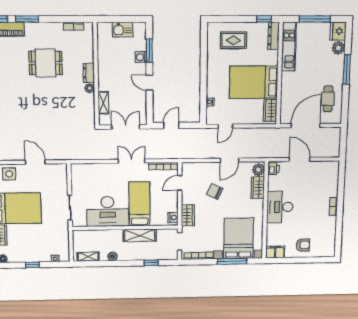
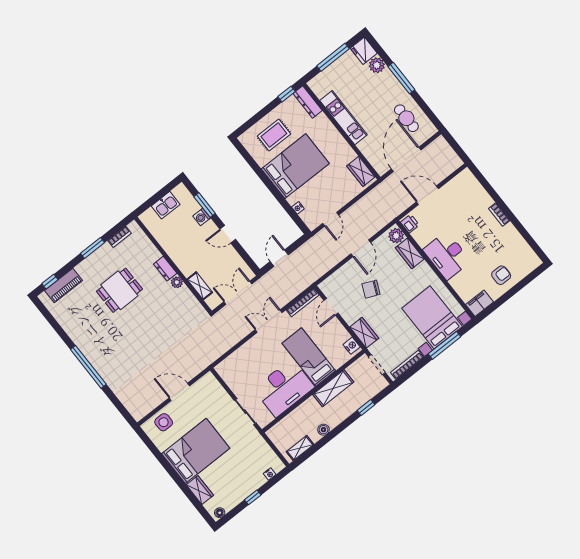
window: (27, 19) -> (92, 248), moved
kitchen unit: (289, 47) -> (344, 118), moved
bed: (254, 82) -> (295, 166), moved, turned 180

